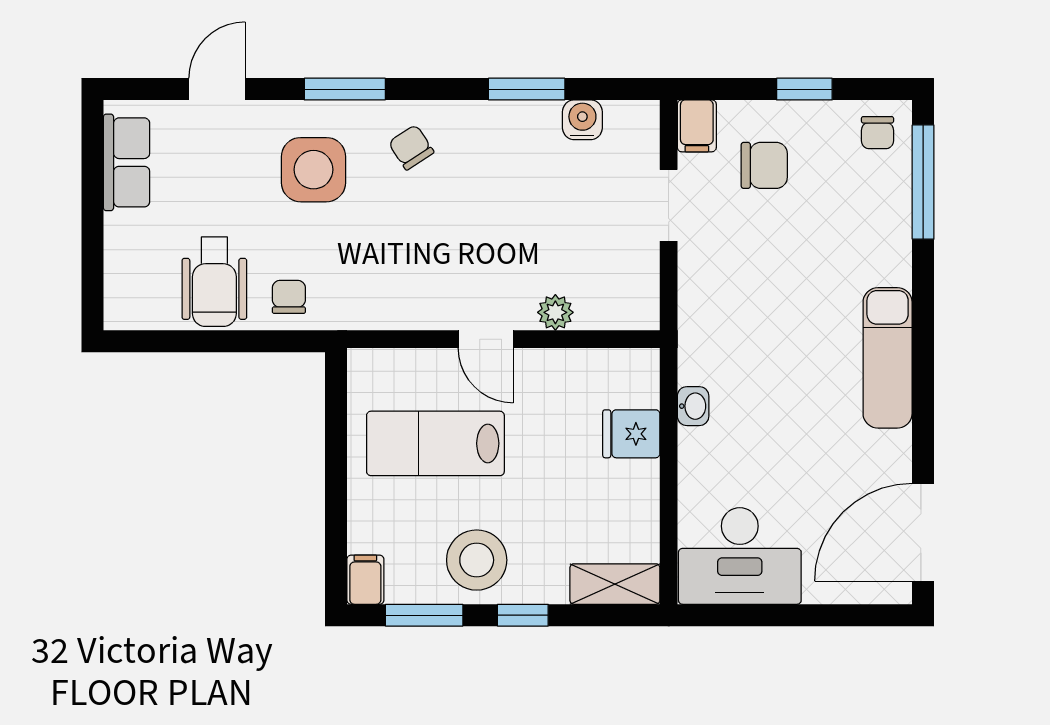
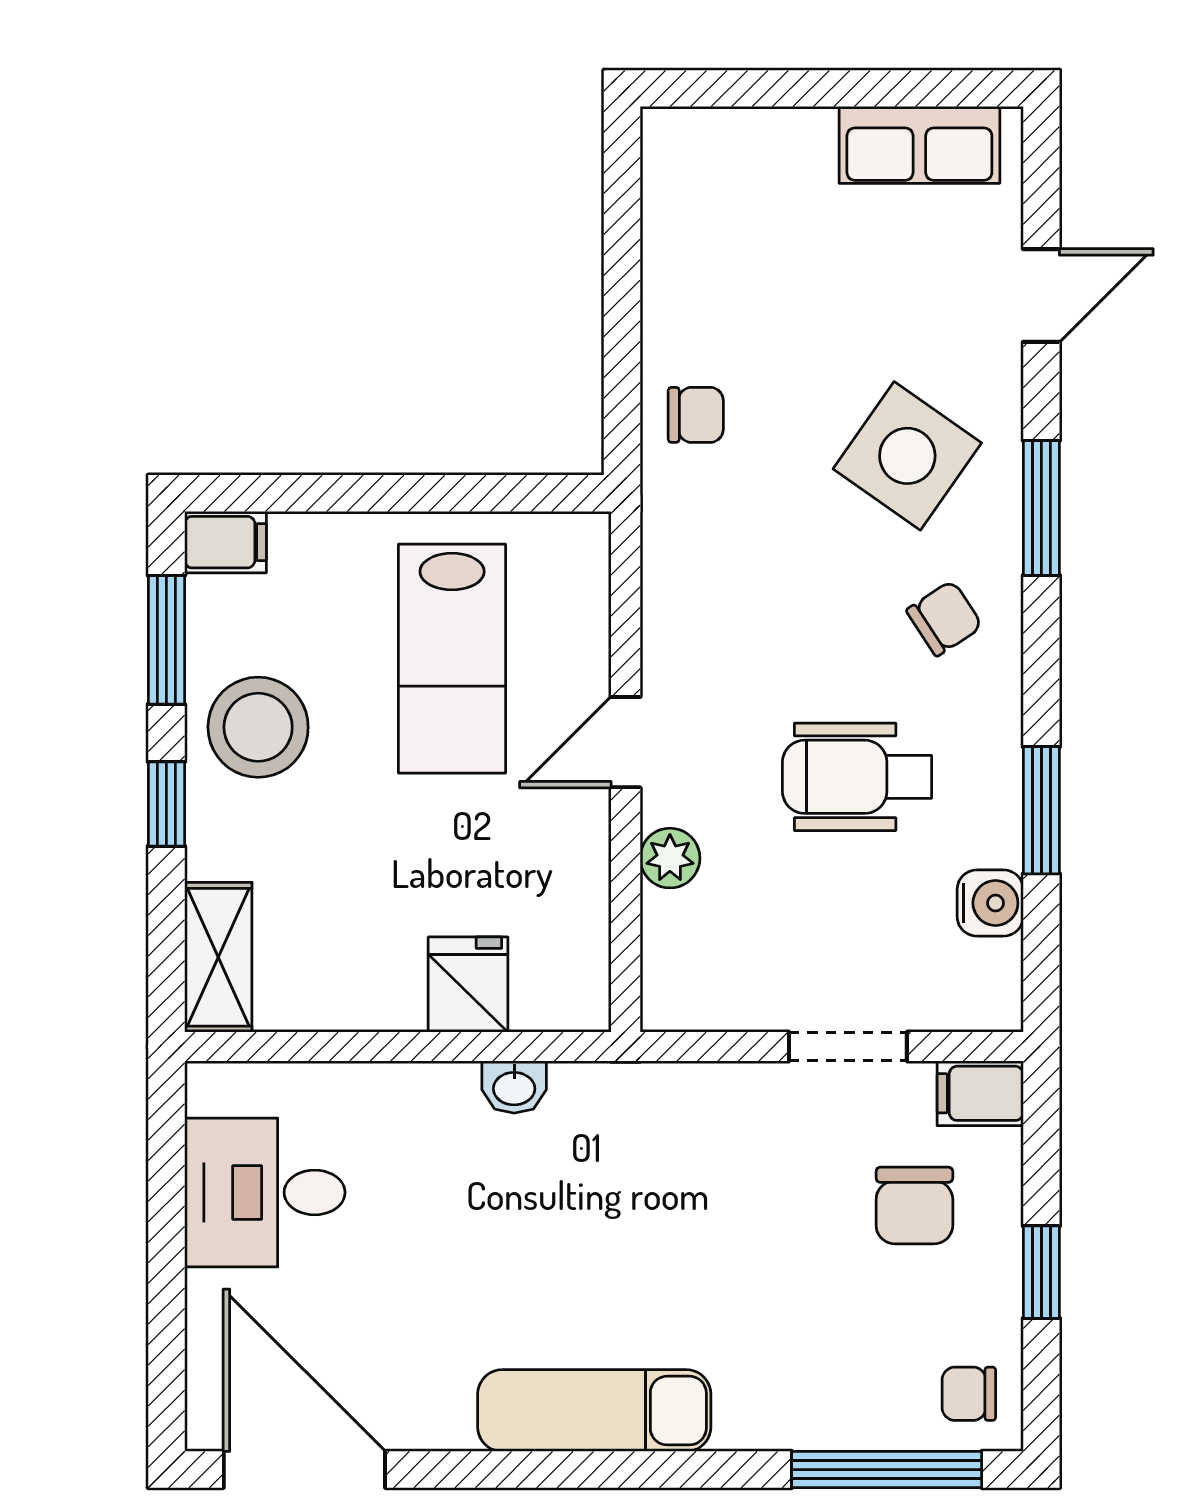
door: (217, 89) -> (1041, 295), hinge flipped
side table: (314, 170) -> (907, 456), turned 35
wheelchair: (214, 282) -> (857, 777), moved
lab bench: (435, 443) -> (452, 659), turned 180
desk: (740, 556) -> (265, 1192), width x0.73

